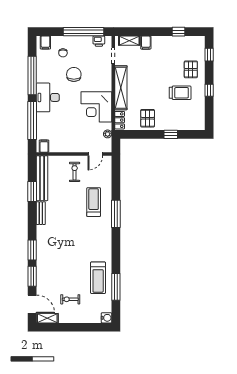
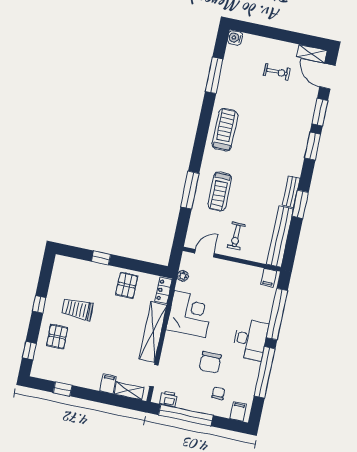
window: (32, 191) -> (300, 204), moved
window: (116, 214) -> (190, 190), moved
treadmill: (98, 278) -> (225, 130), moved

